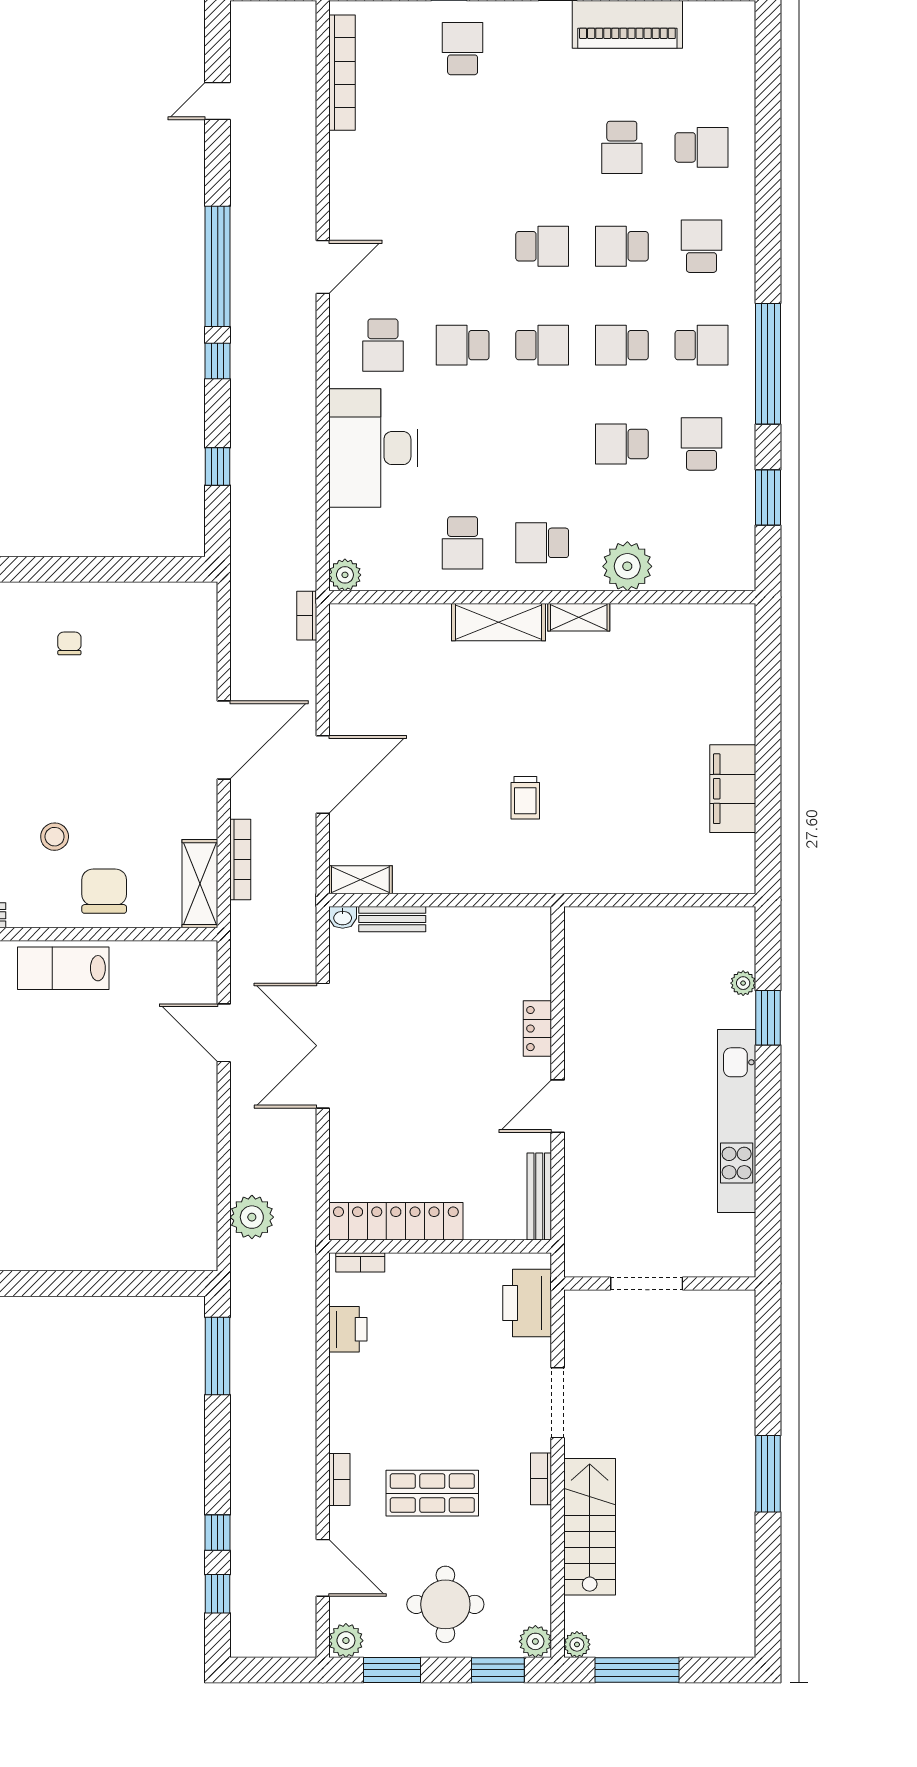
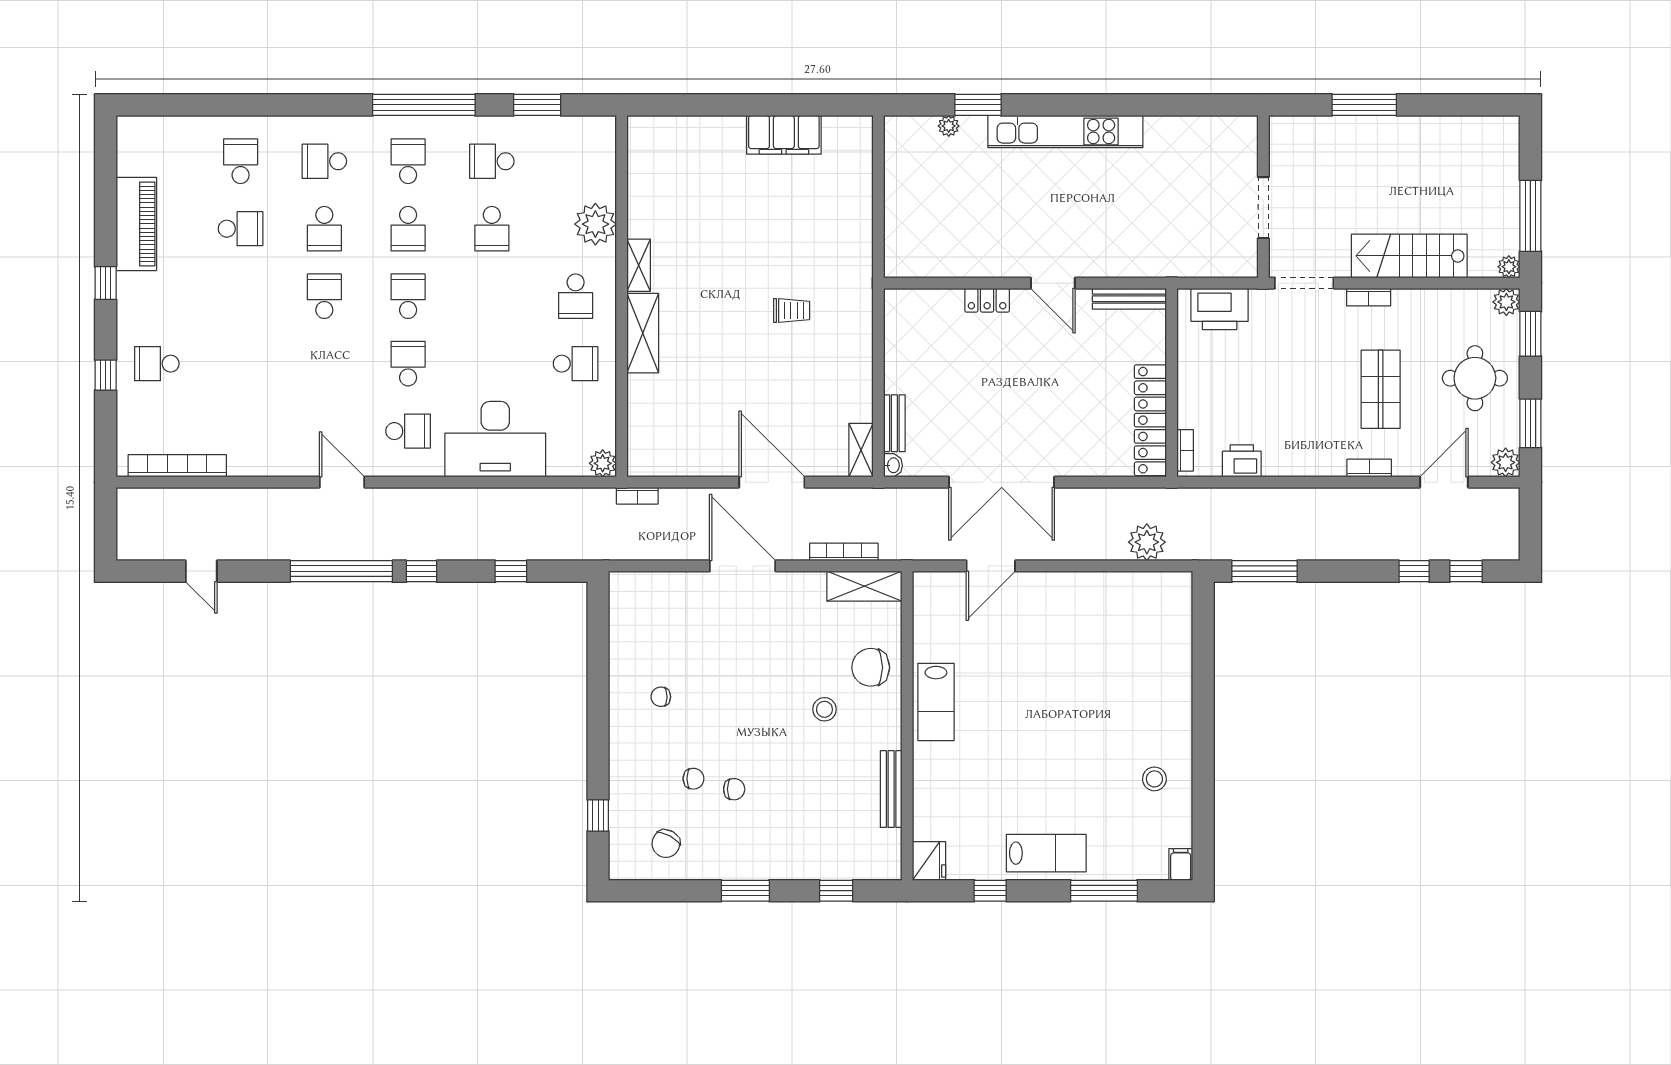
school desk: (463, 345) -> (408, 364), turned 180
doorway: (647, 1283) -> (1263, 208), moved
wall: (660, 1283) -> (1263, 197), moved

